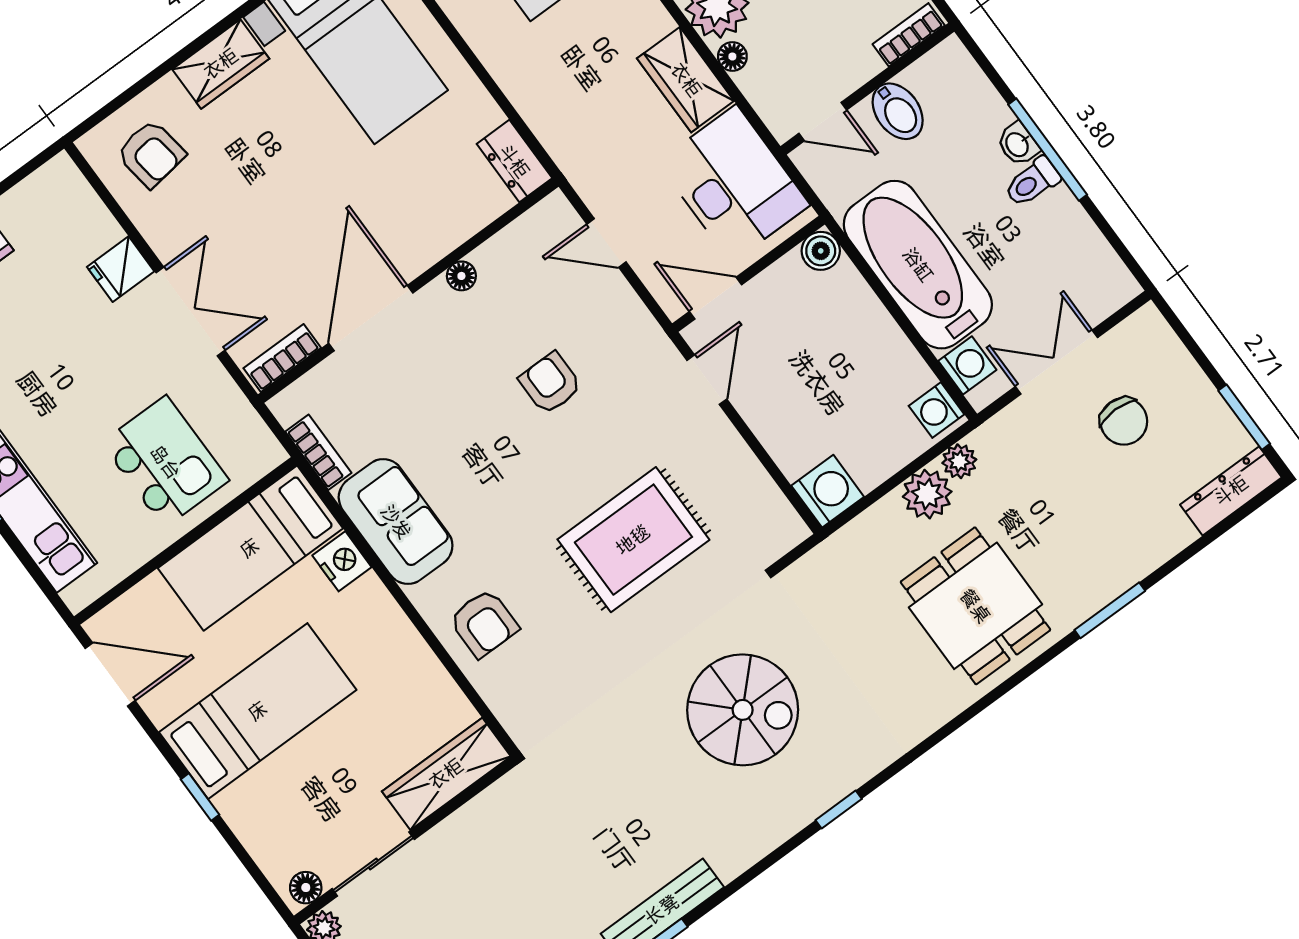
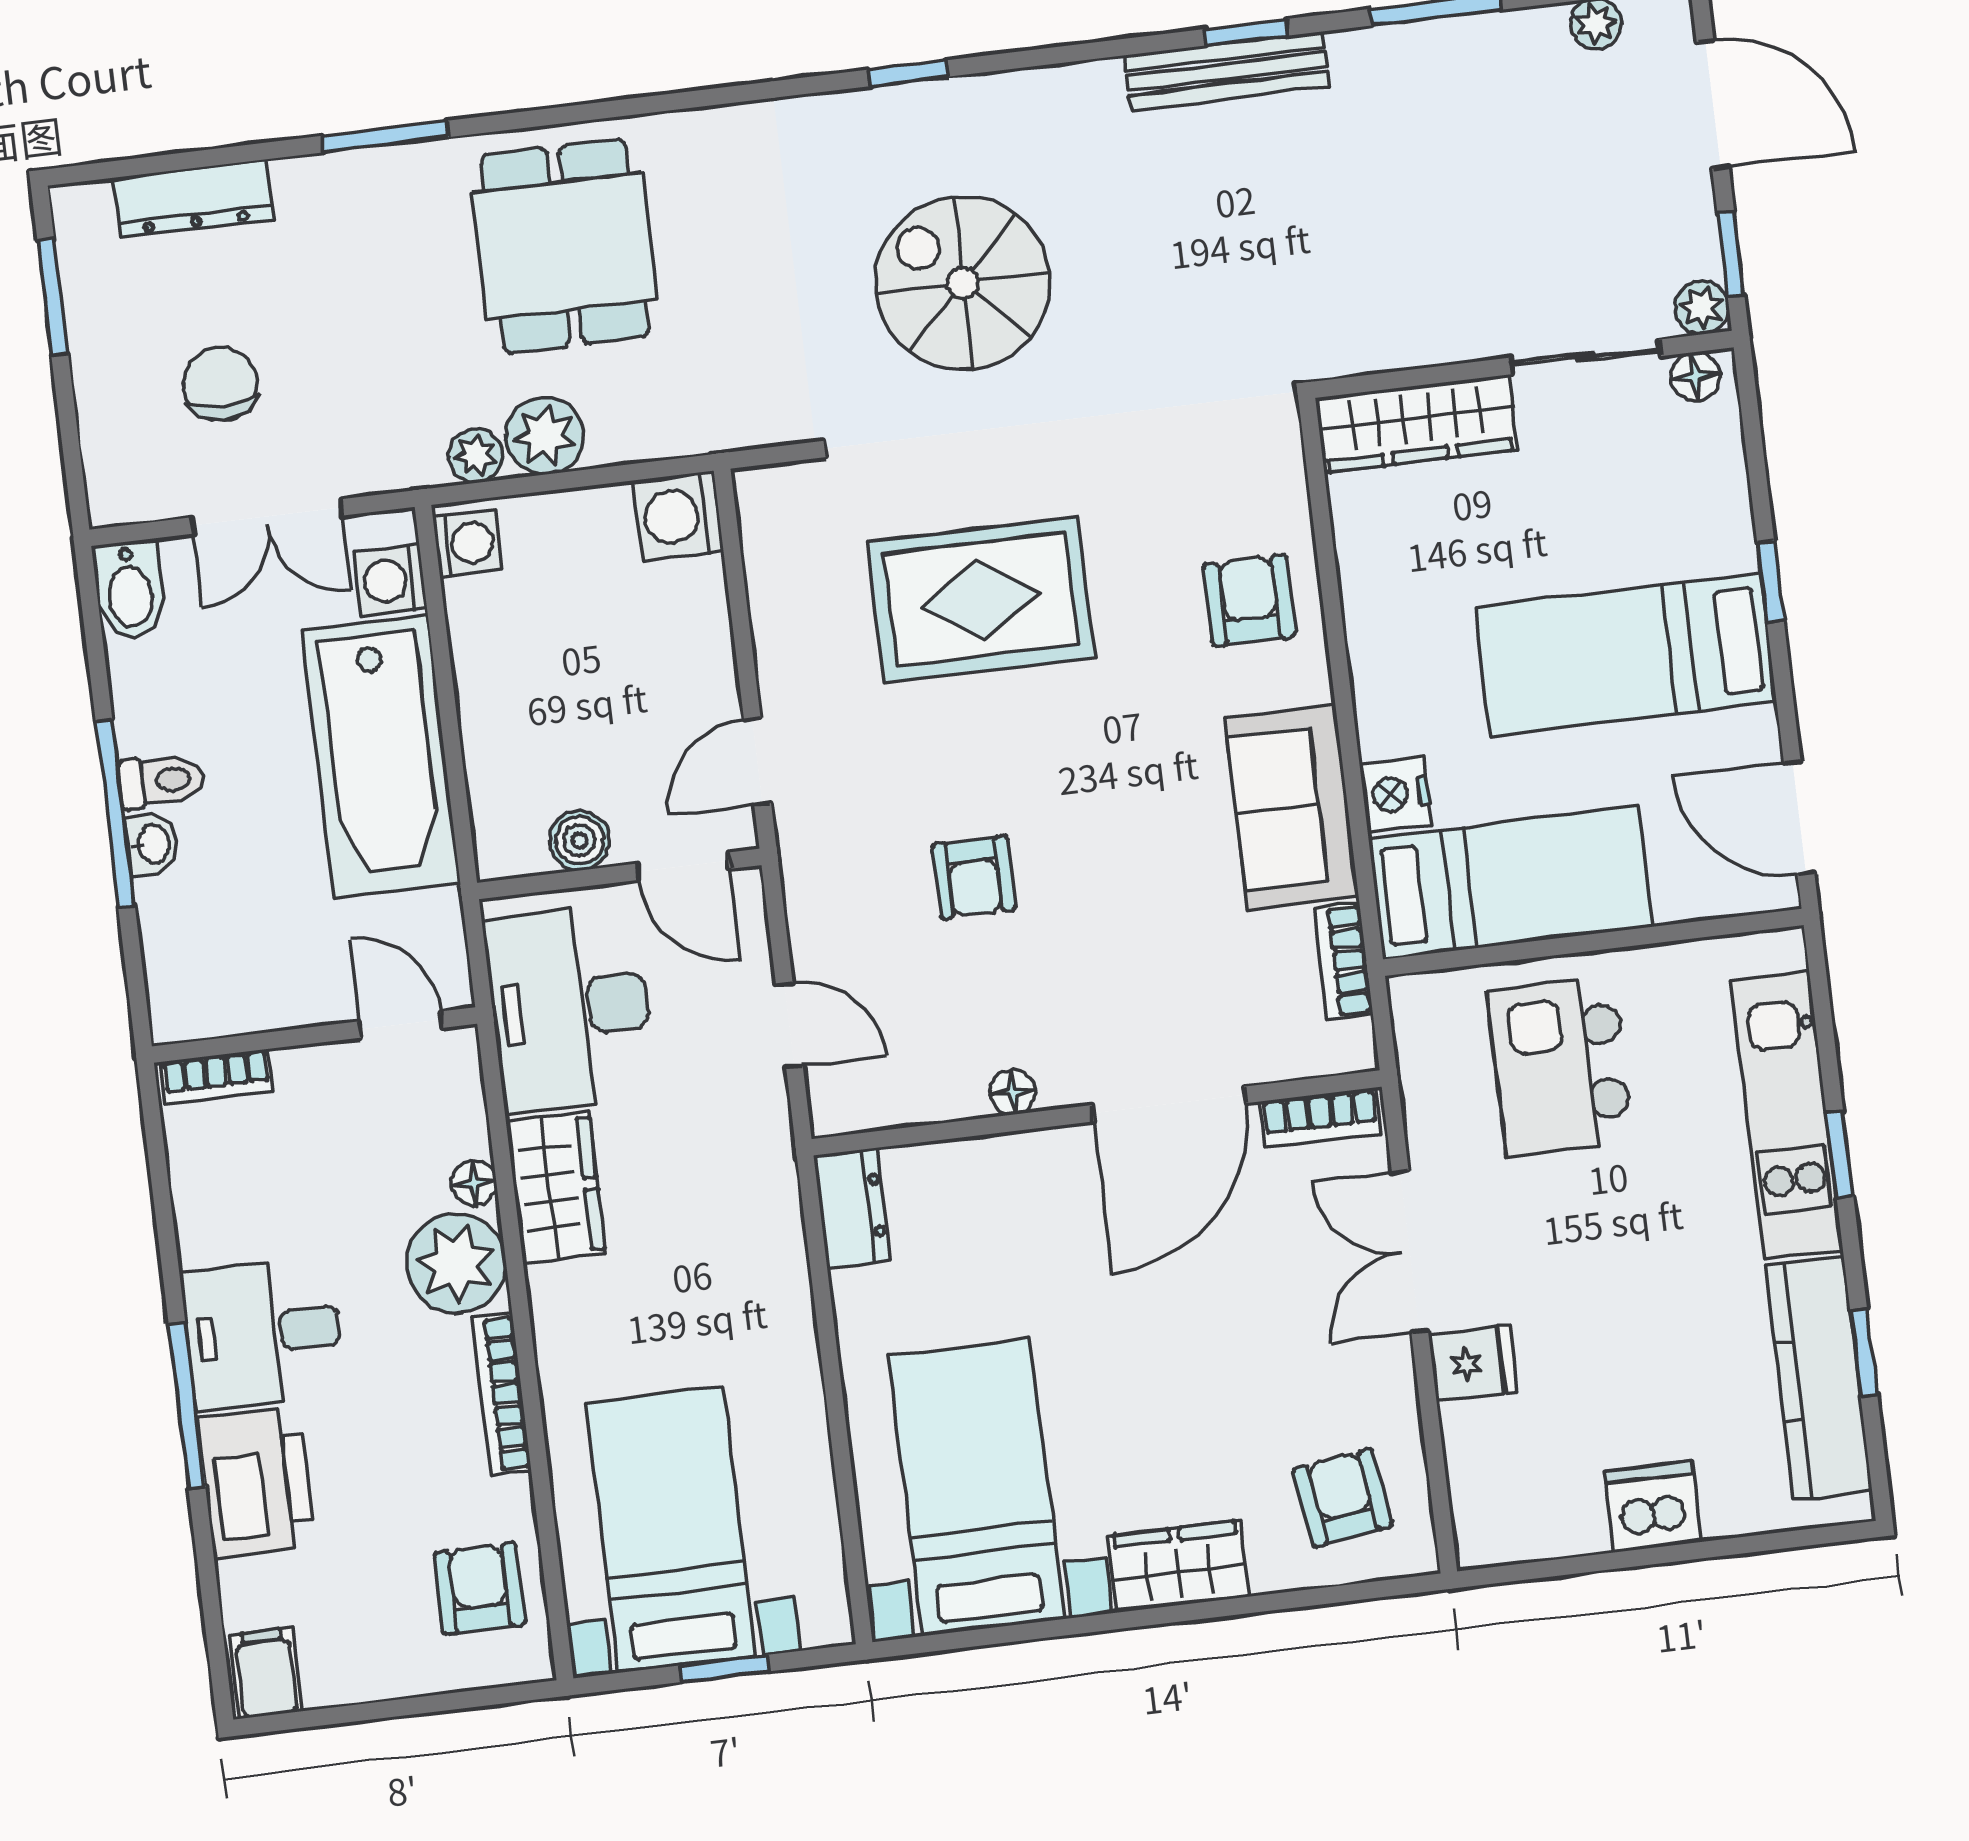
bidet: (898, 111) -> (130, 590), moved, turned 180
boiler: (821, 251) -> (579, 840), moved
dresser: (1231, 491) -> (193, 198), moved

